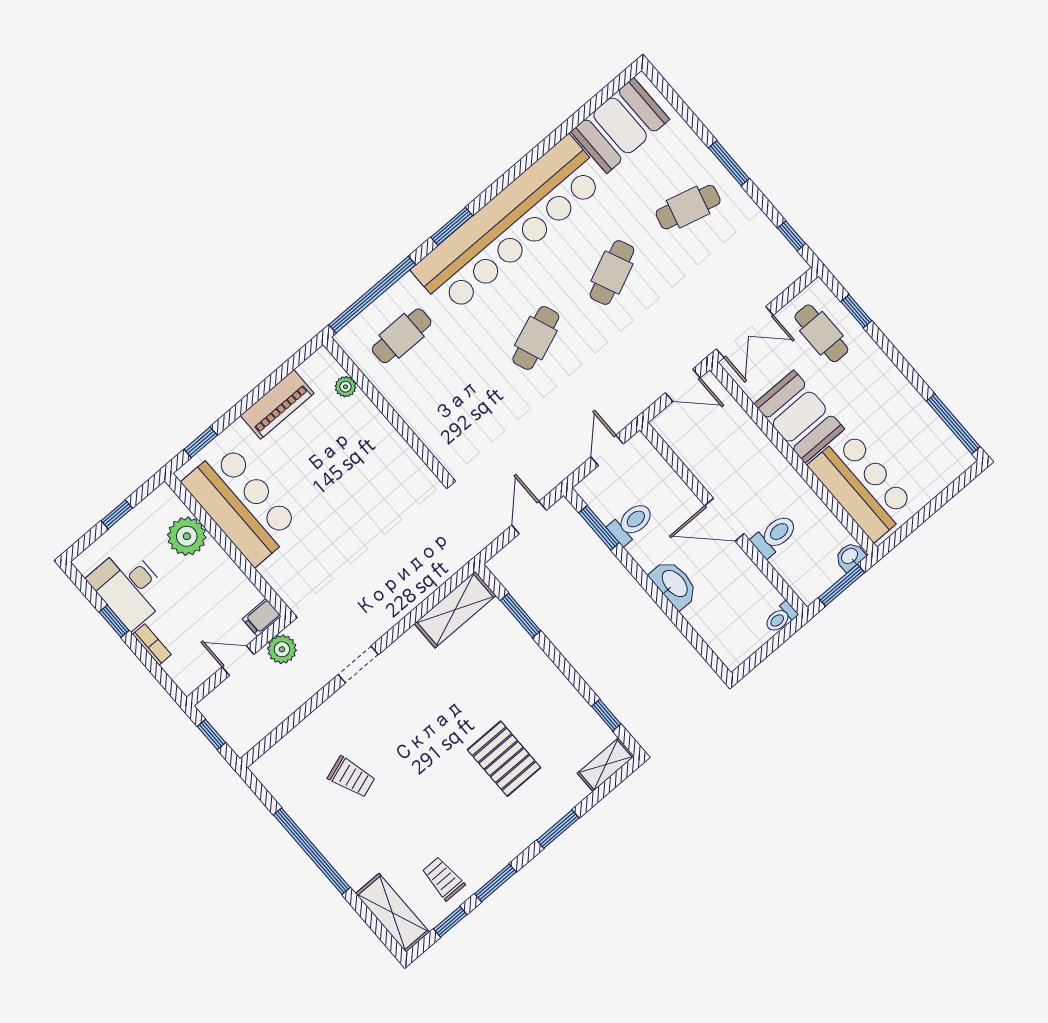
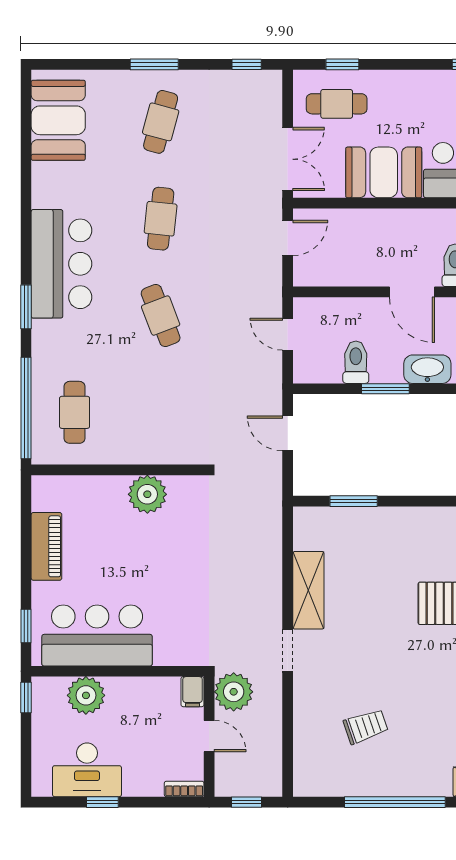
bar counter: (510, 225) -> (61, 264), width x0.54
cafe table: (612, 273) -> (161, 219), turned 30
plant: (345, 387) -> (147, 494), moved, width x1.88, depth x1.88
window: (117, 514) -> (26, 698), moved
door: (724, 520) -> (412, 292), hinge flipped
window: (599, 528) -> (385, 389), moved
shelving: (455, 610) -> (308, 590), moved
bookcase: (152, 644) -> (184, 789), moved
plant: (282, 649) -> (234, 692), width x1.36, depth x1.36
door: (238, 661) -> (209, 736), swing flipped

